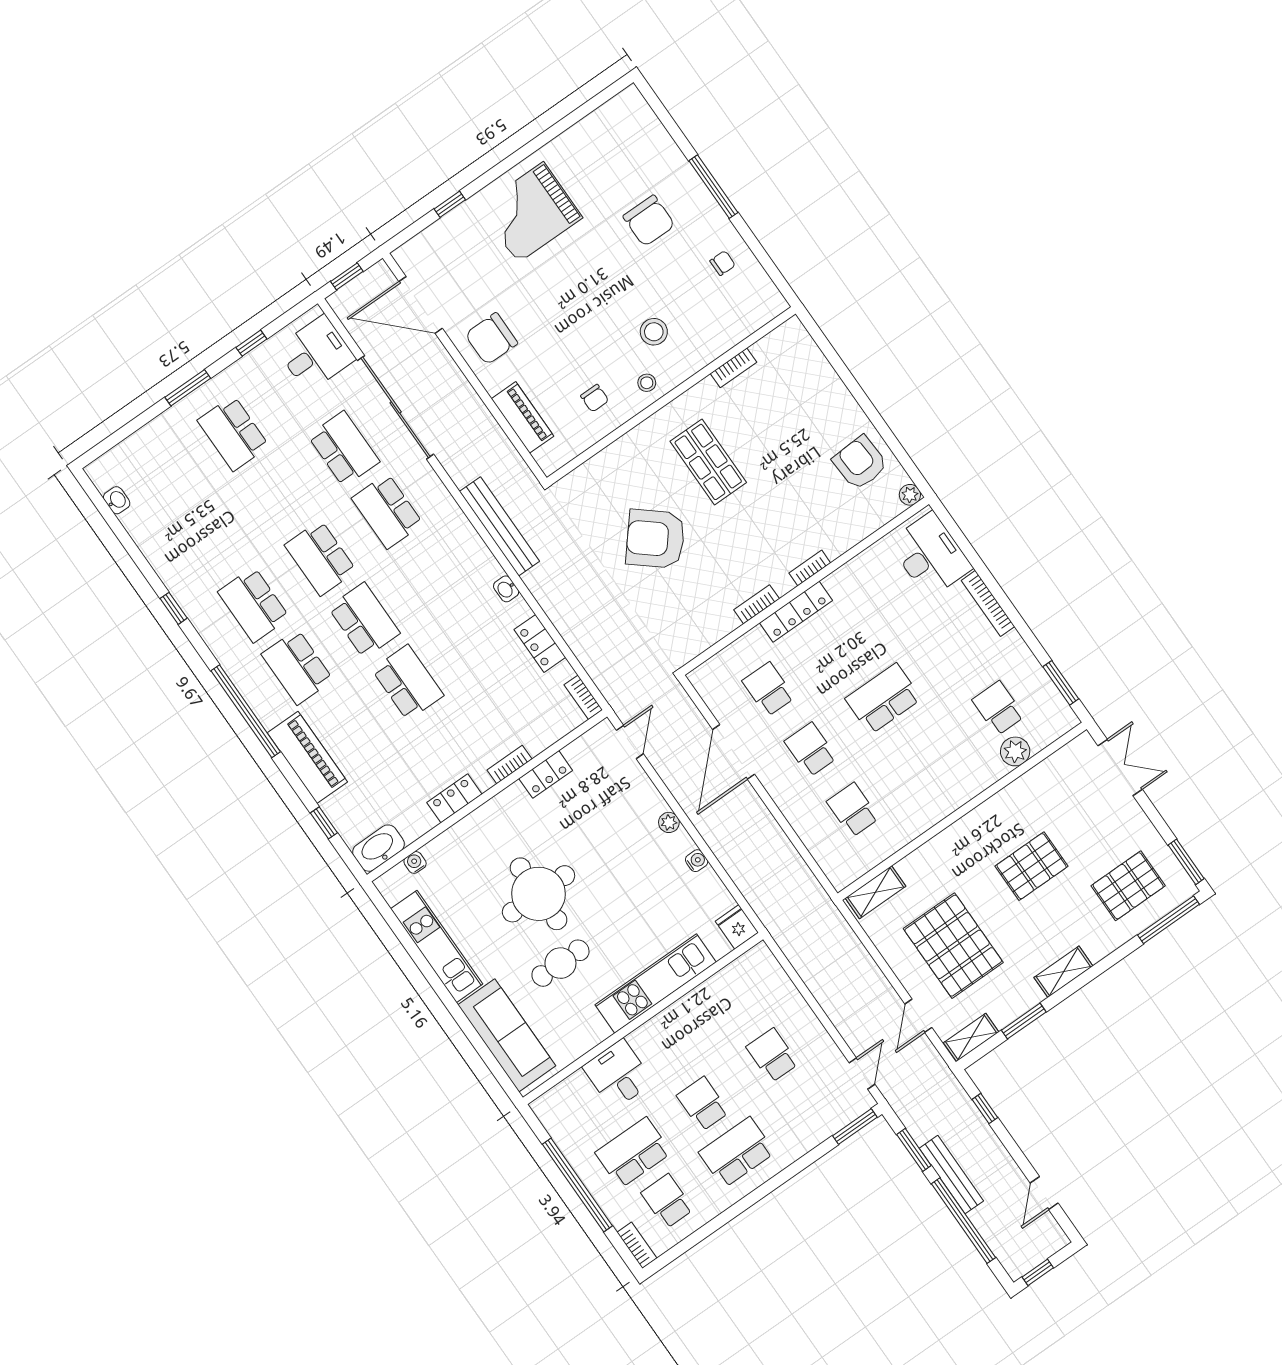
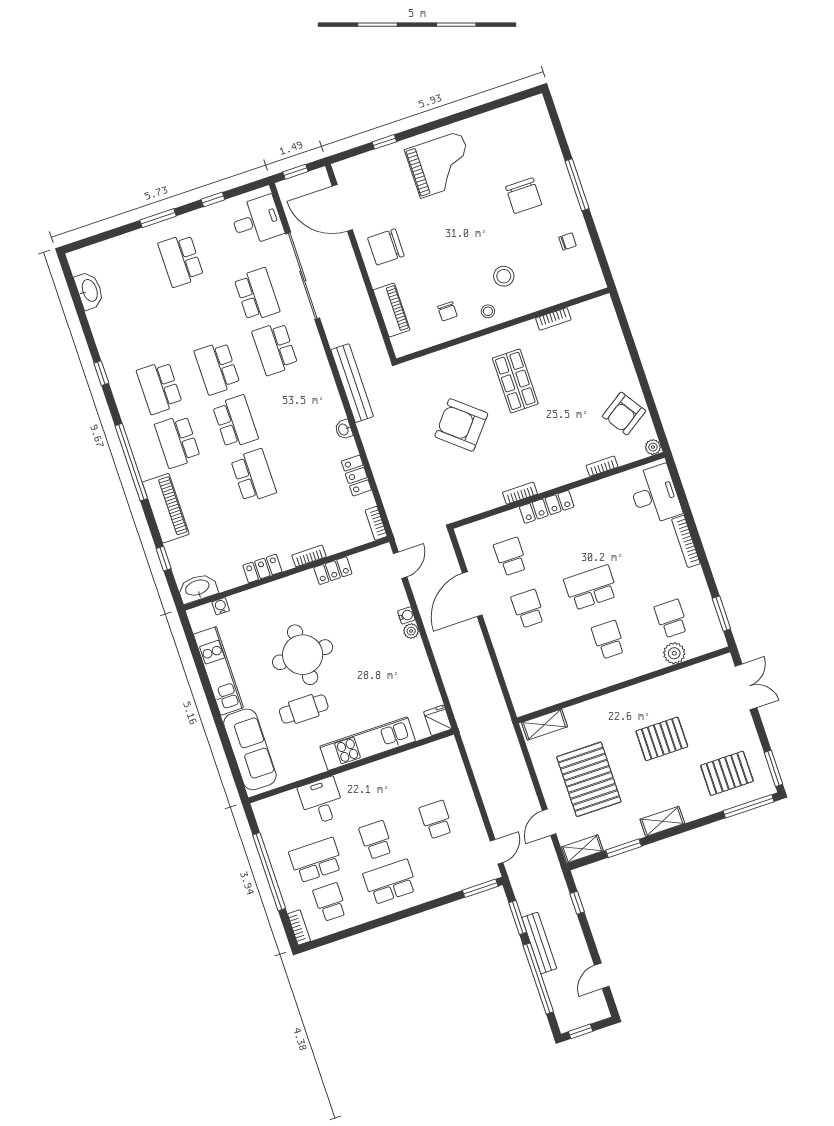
grand piano: (531, 212) -> (441, 165), turned 180
armchair: (860, 463) -> (624, 414), turned -121
washbasin: (117, 500) -> (89, 291), width x1.91, depth x1.45
bookcase: (810, 568) -> (602, 466), moved
school desk: (853, 810) -> (608, 640), moved
water cooler: (697, 861) -> (406, 615), moved

